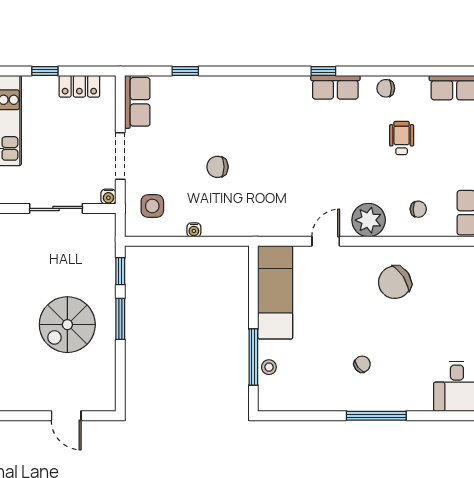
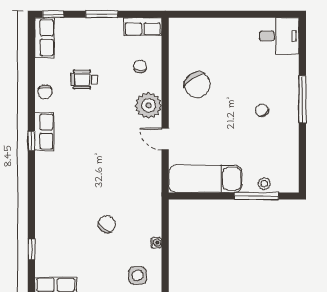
chair: (217, 167) -> (107, 224), turned -144

